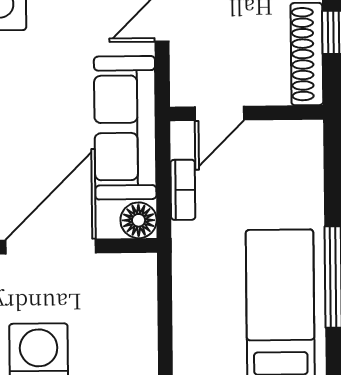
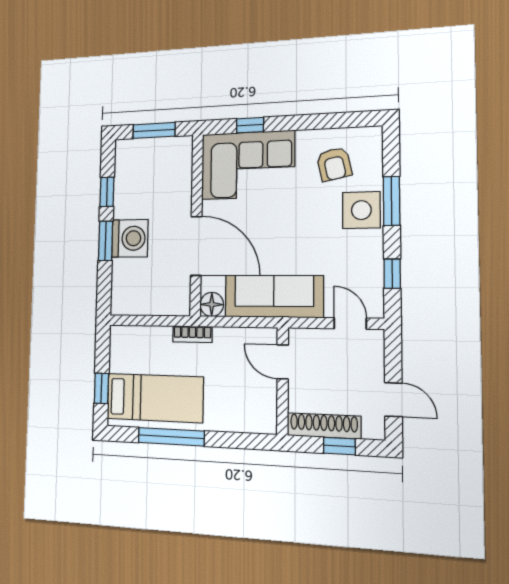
bookcase: (183, 190) -> (192, 334), moved

